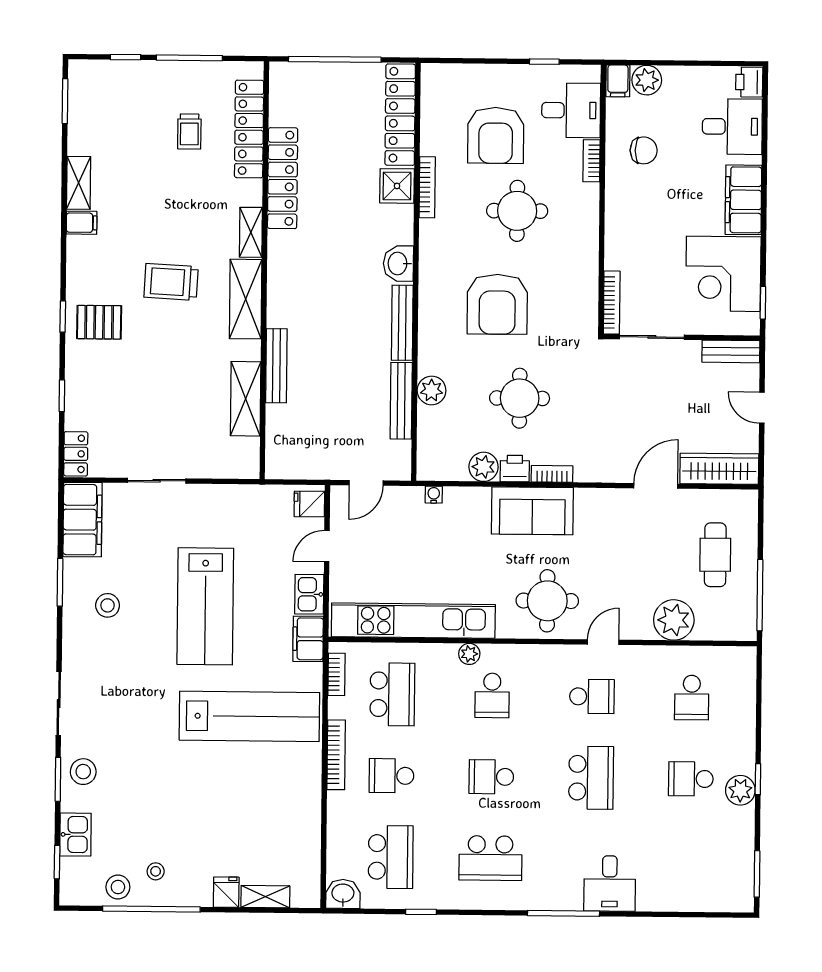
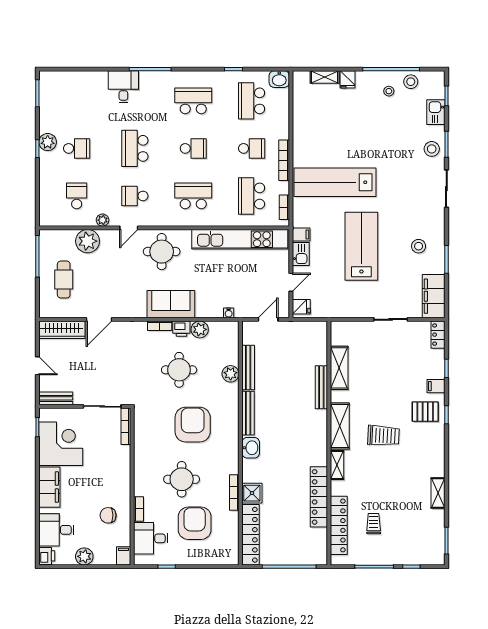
plant: (647, 80) -> (84, 556), moved
filing cabinet: (82, 223) -> (436, 386), moved
filing cabinet: (308, 639) -> (301, 235), width x0.50
plant: (469, 654) -> (103, 220), moved
school desk: (492, 695) -> (193, 196), width x1.85

